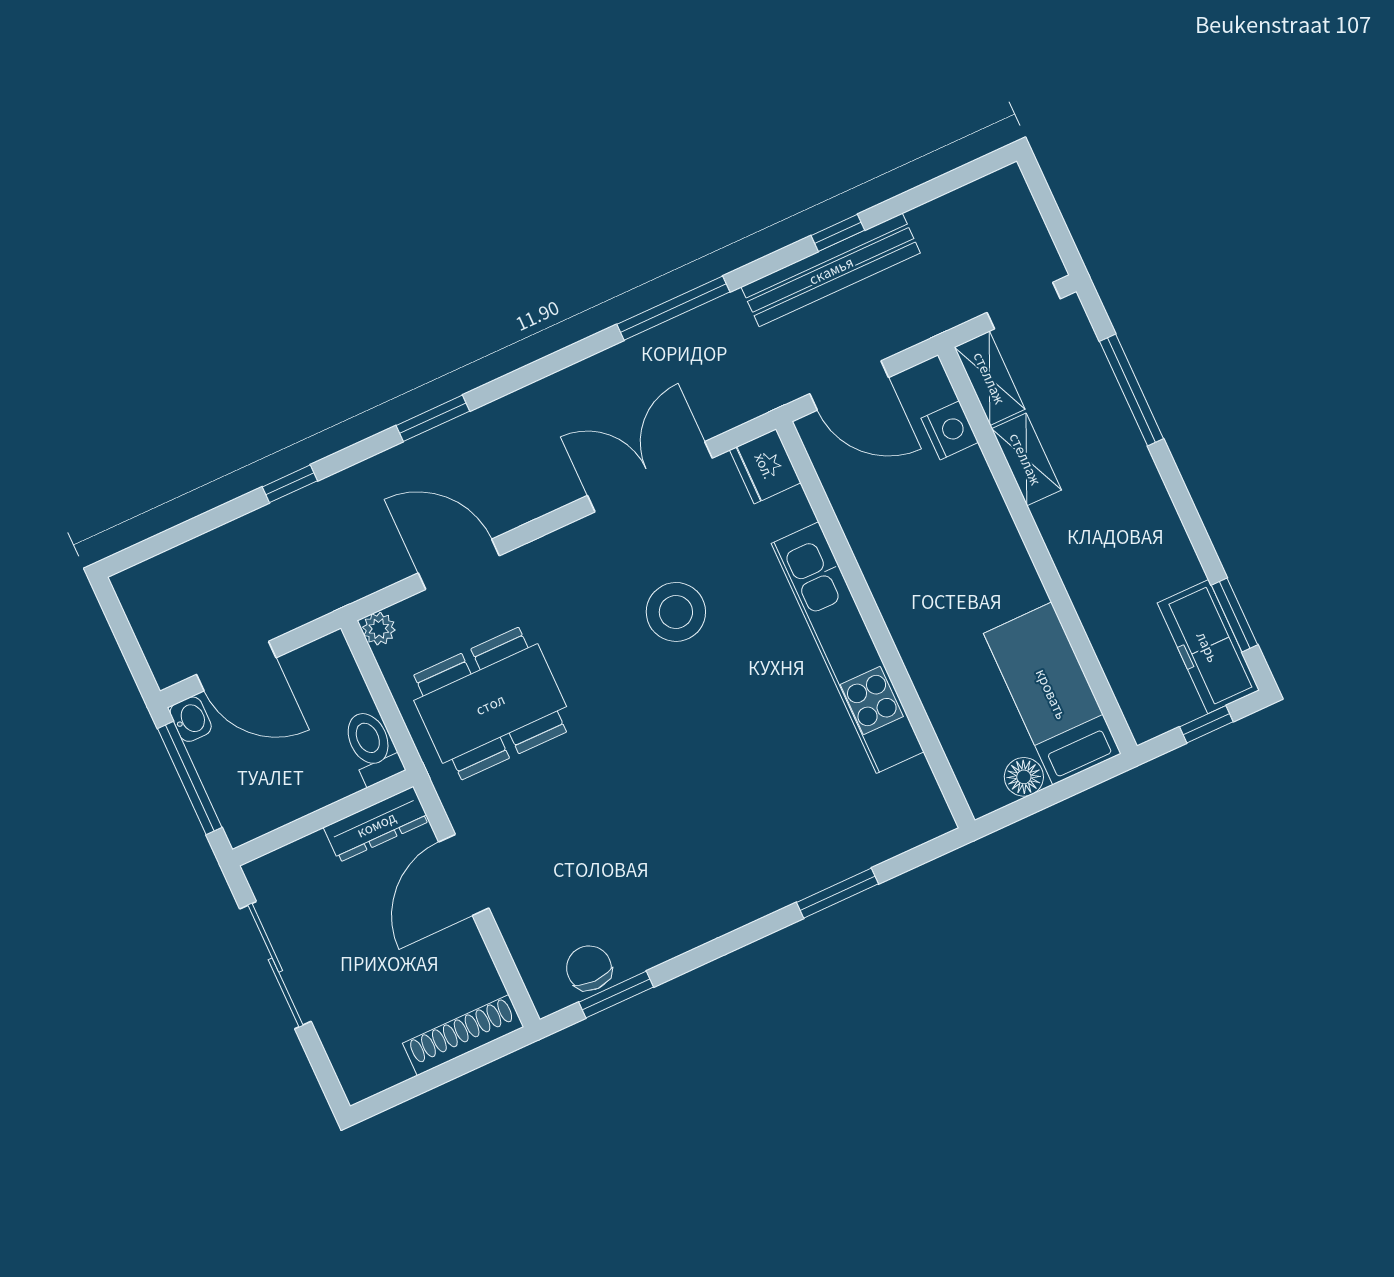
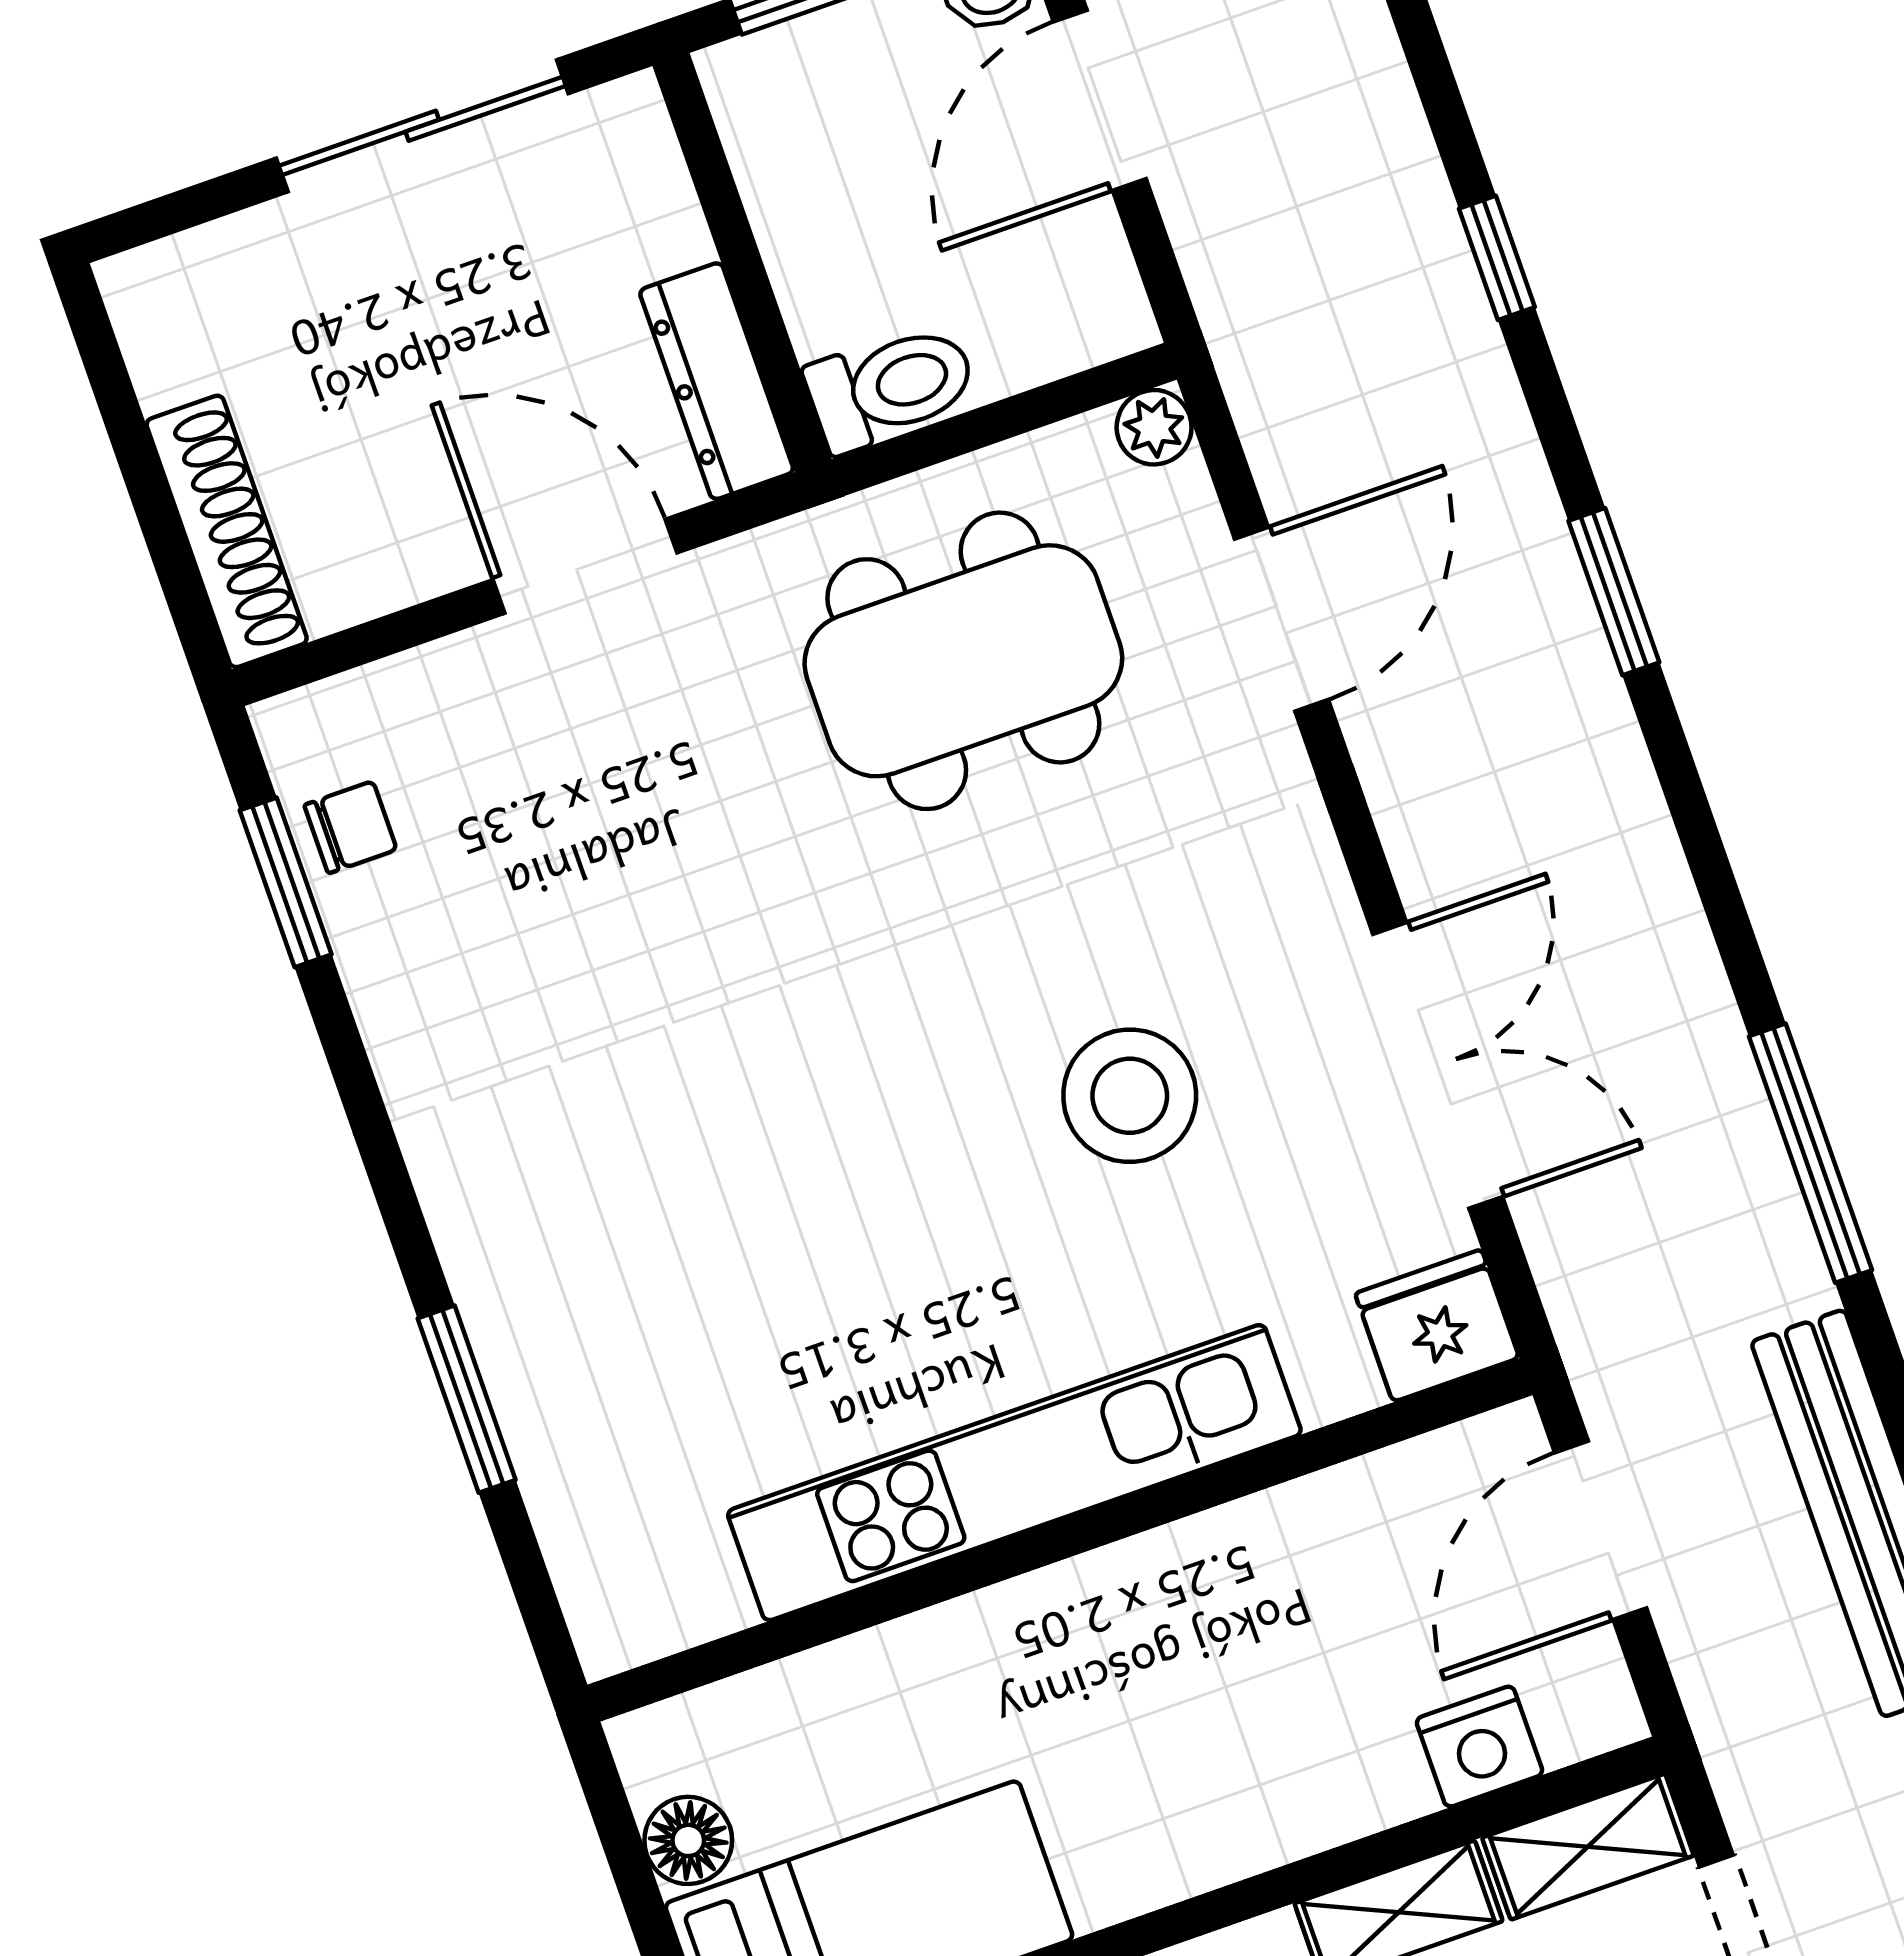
dining table: (490, 704) -> (963, 661), turned 90
chair: (589, 968) -> (351, 827), width x0.73, depth x0.73

